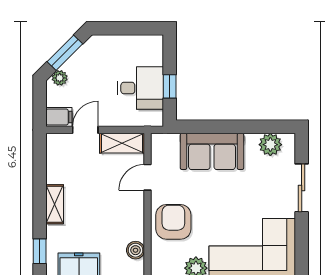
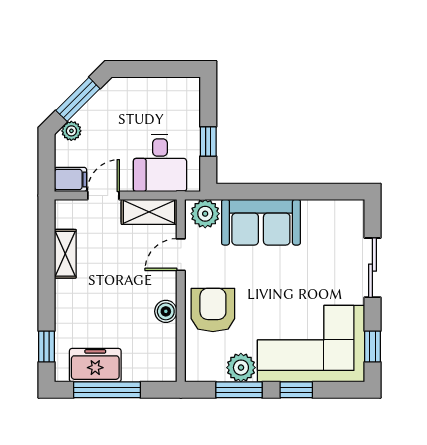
desk: (140, 88) -> (160, 163), moved, turned 90
plant: (270, 145) -> (205, 214), moved
shelving: (55, 204) -> (65, 254), moved
boiler: (136, 250) -> (166, 311), moved
window: (302, 251) -> (372, 346), added

